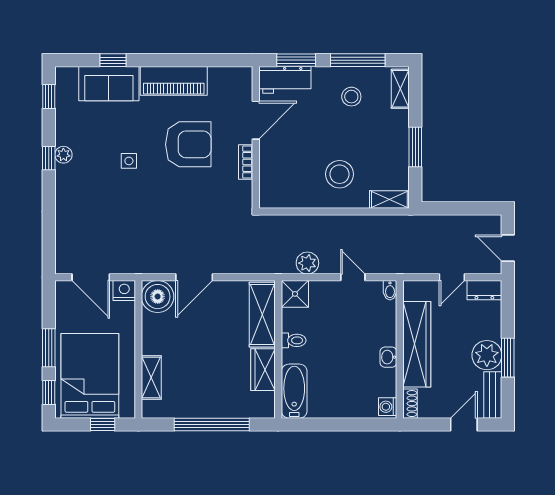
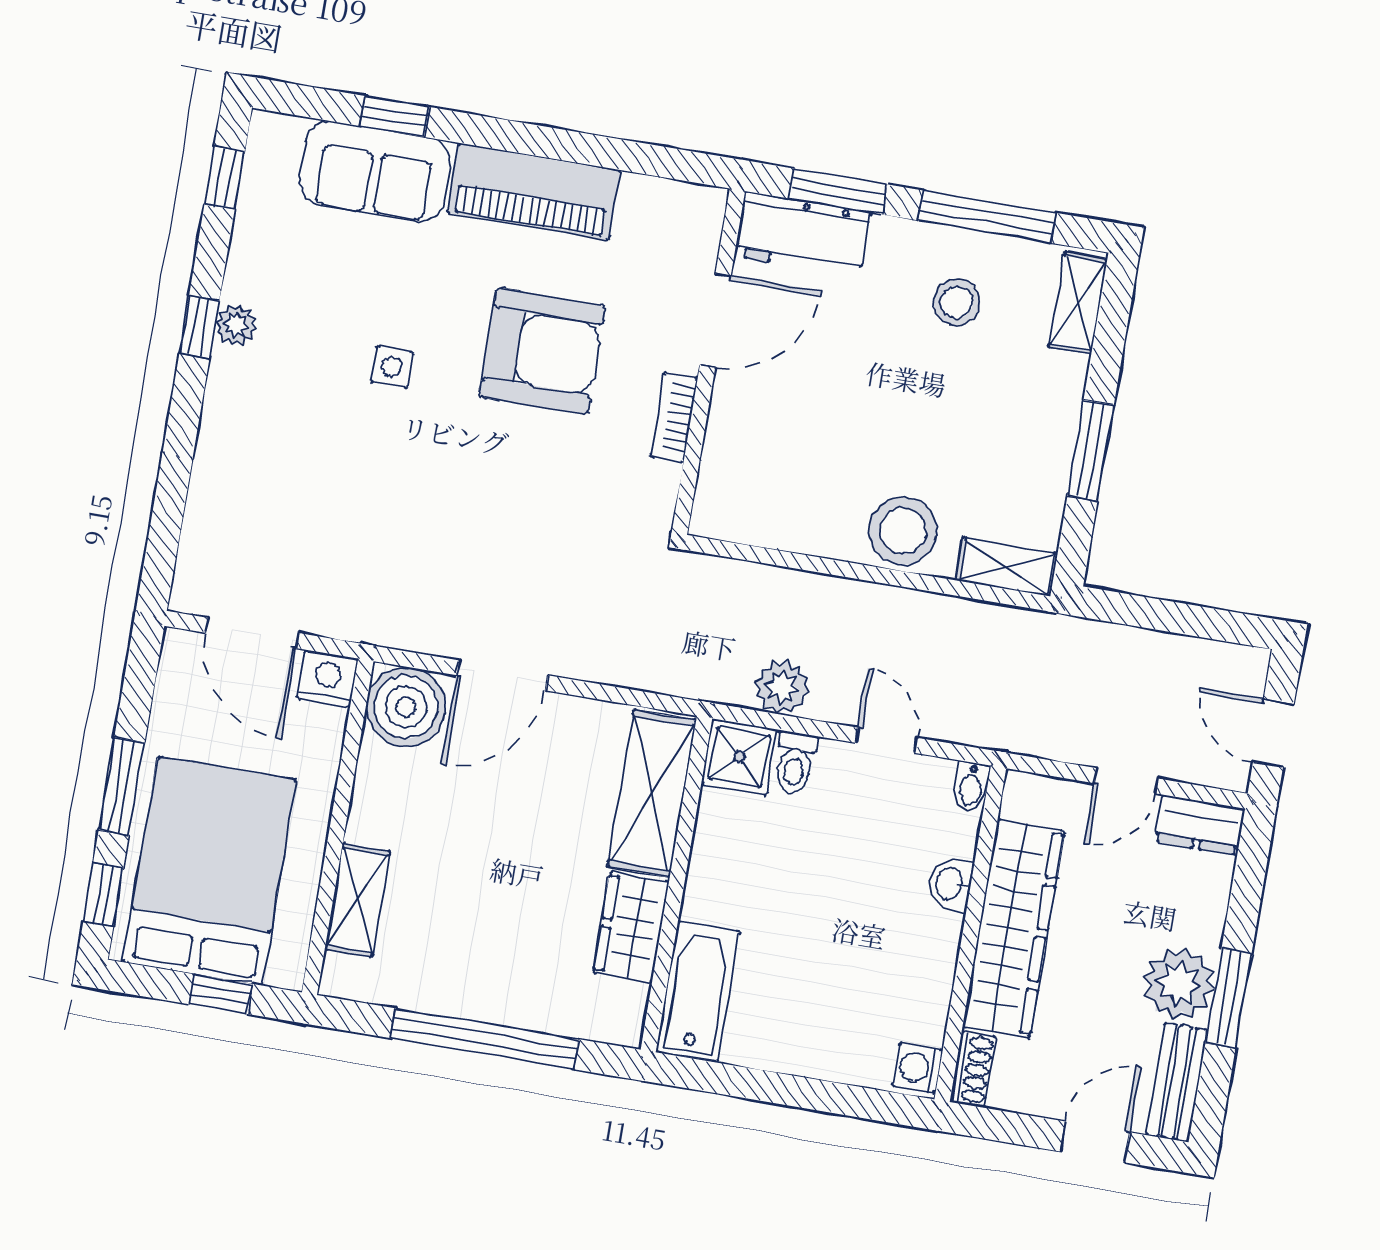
stool: (339, 174) -> (903, 531), moved
toilet: (294, 340) -> (795, 763), moved, turned 90
washbasin: (388, 357) -> (951, 884), moved

